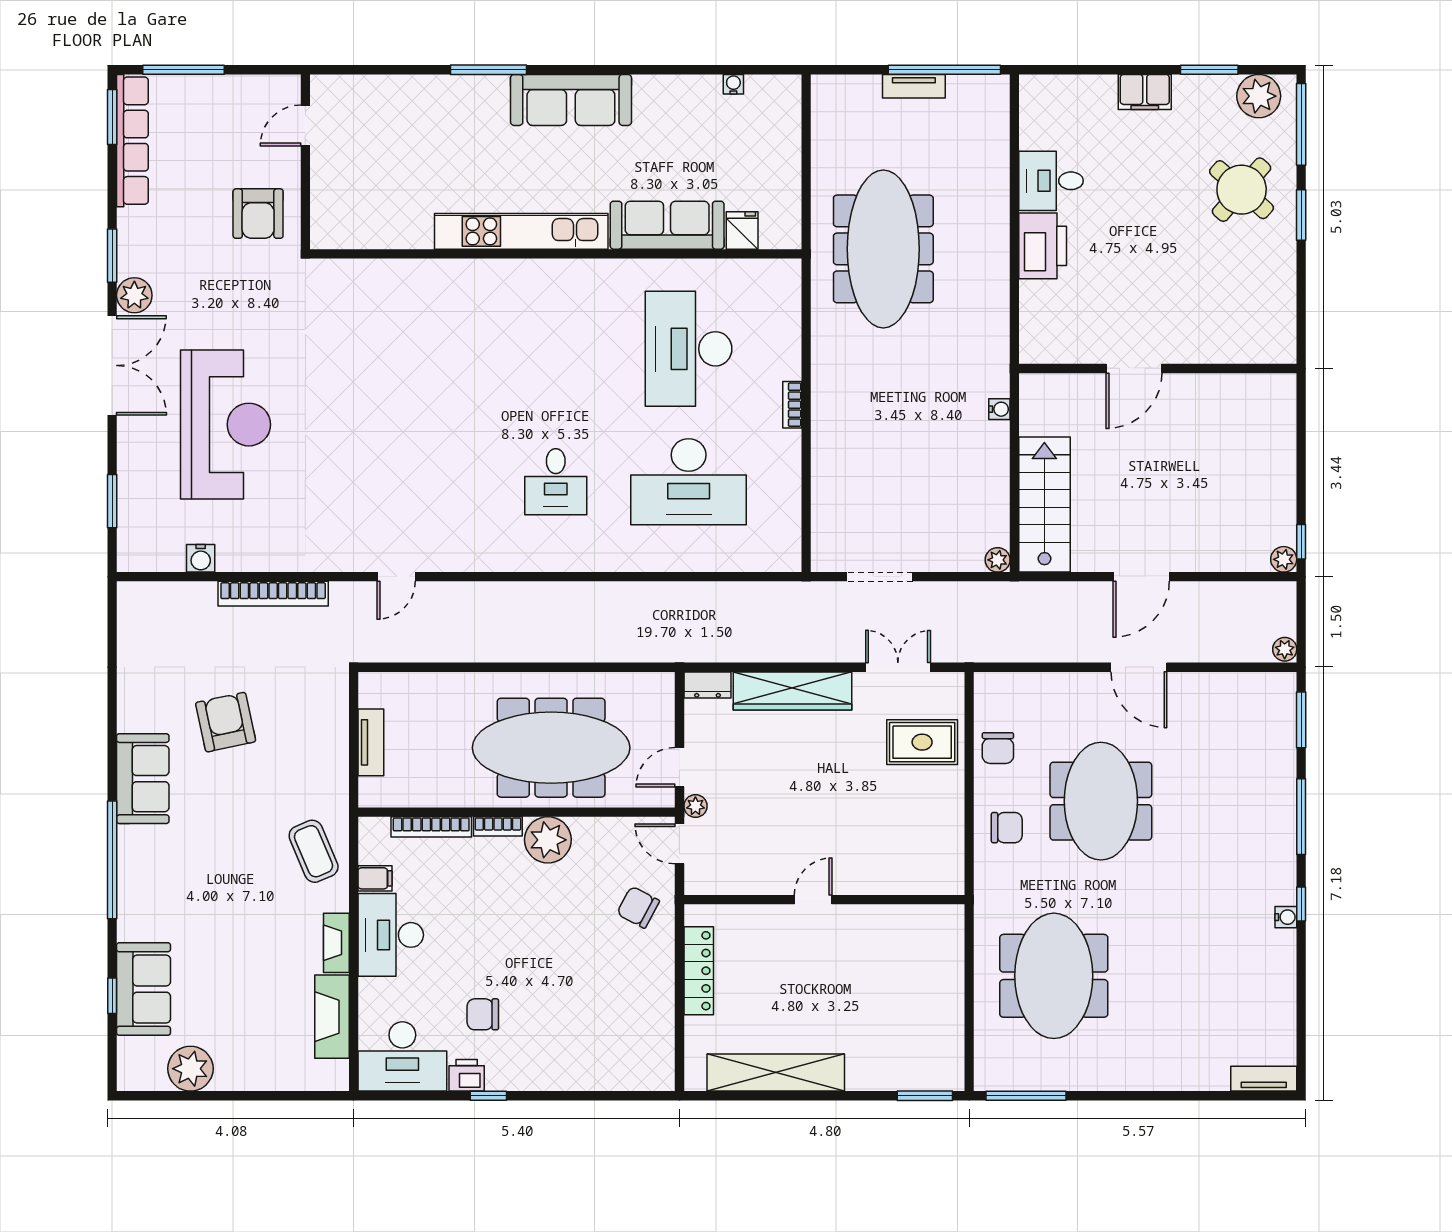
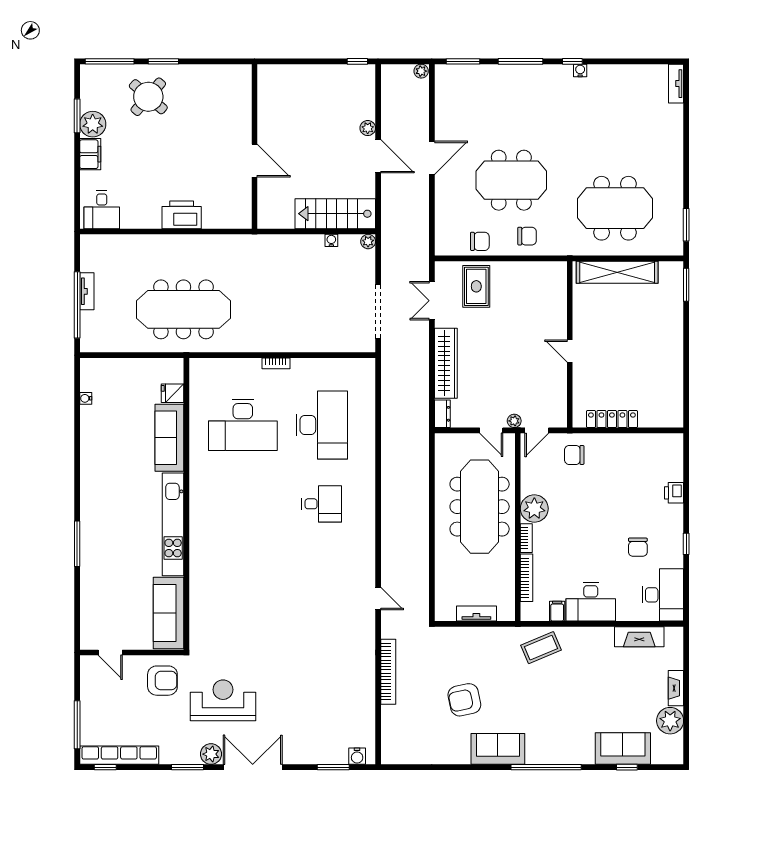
window: (944, 70) -> (77, 305), moved
plant: (1259, 96) -> (93, 124), moved
sofa: (571, 100) -> (168, 613), moved, turned 180
window: (112, 117) -> (105, 767), width x0.67
desk: (1051, 181) -> (102, 210), moved
water cooler: (999, 409) -> (331, 240), moved
reception desk: (226, 425) -> (223, 700), moved, width x0.74, depth x0.77
water cooler: (201, 558) -> (357, 756), moved, turned 90
plant: (1284, 559) -> (368, 128), moved
doorway: (880, 577) -> (378, 311), width x1.36
chair: (1007, 828) -> (527, 236), turned 90
chair: (638, 907) -> (574, 455), turned 62
fireplace: (336, 943) -> (676, 688), moved, turned 90
shelving: (776, 1072) -> (617, 272), moved, turned 90
printer: (467, 1075) -> (674, 493), moved
window: (1026, 1096) -> (686, 225), width x0.69

